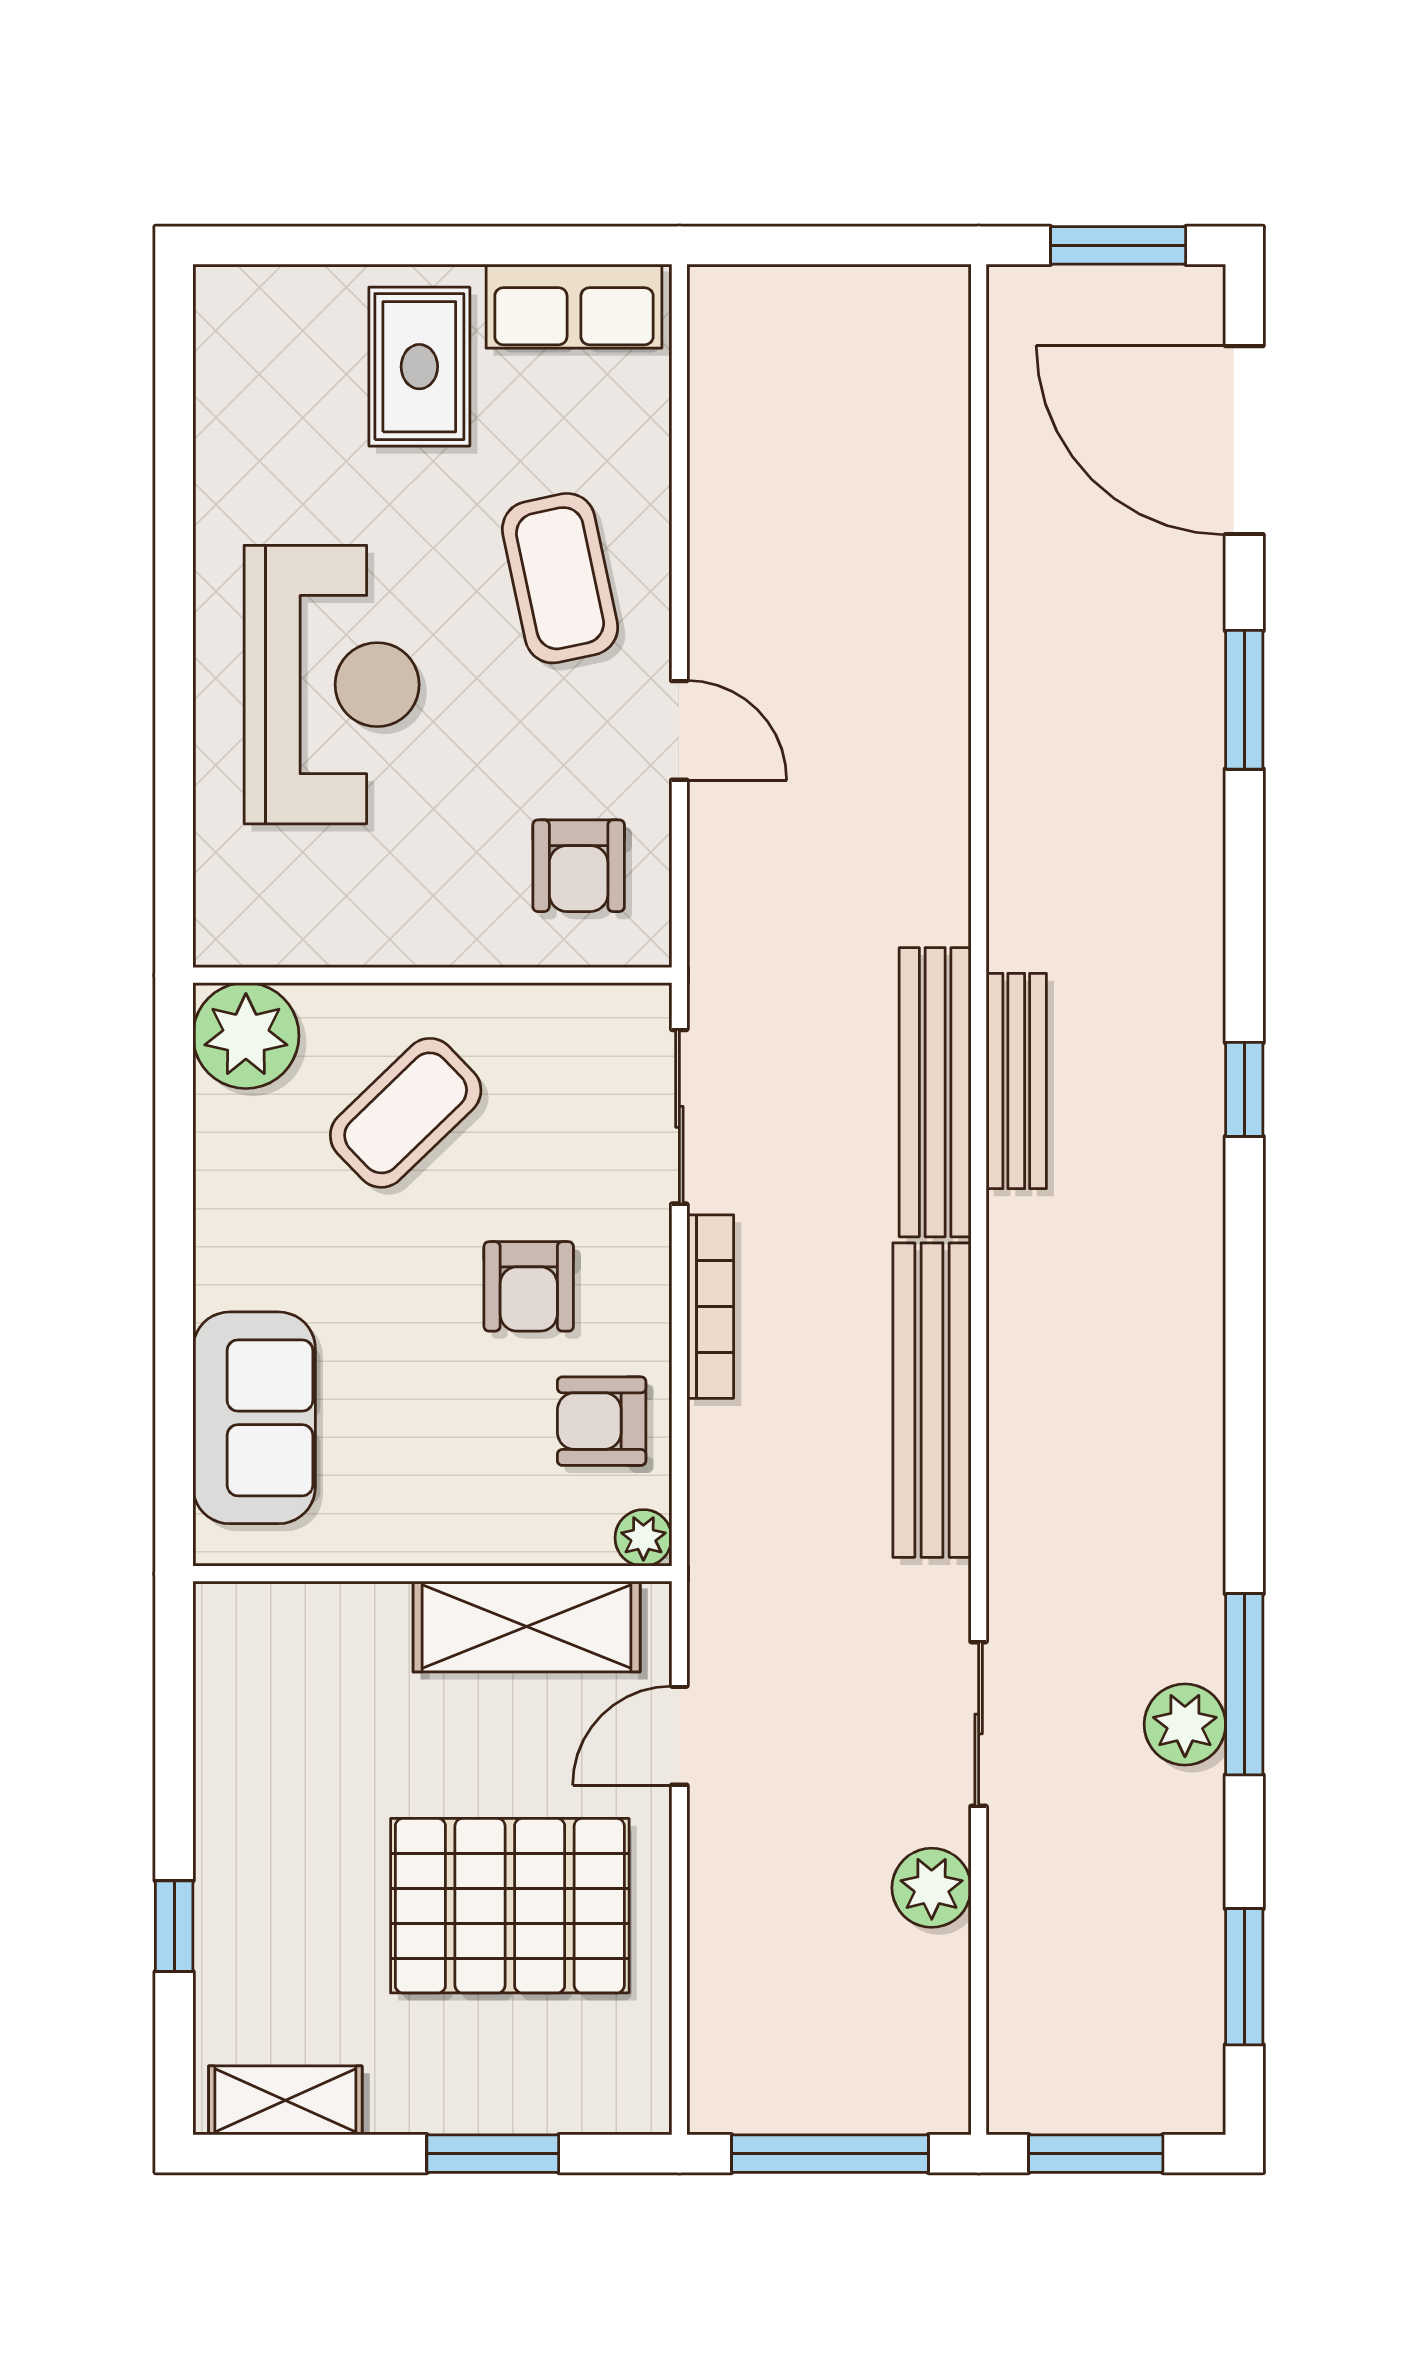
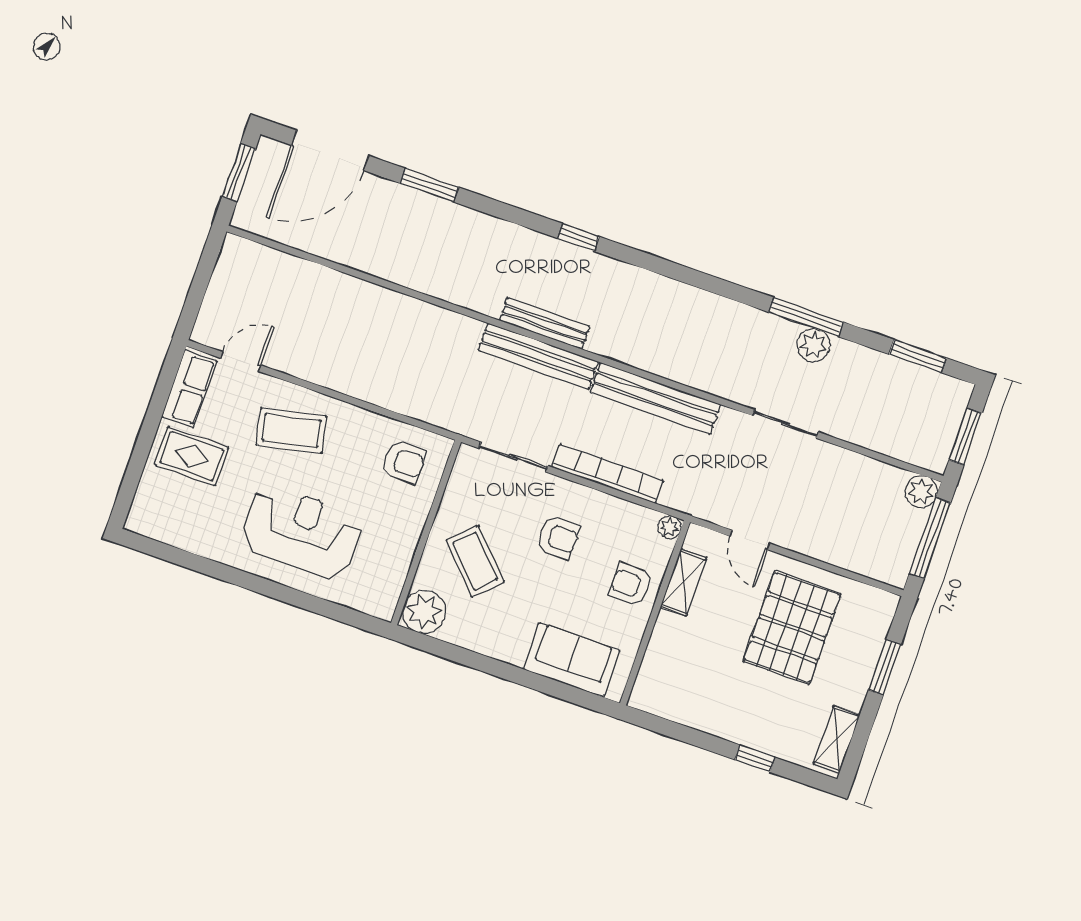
door: (679, 730) -> (241, 362), moved
bookcase: (710, 1307) -> (608, 474), width x1.48, depth x1.31
armchair: (602, 1421) -> (631, 585), moved, turned 90
shelving: (527, 1627) -> (683, 582), width x0.67, depth x0.75
plant: (932, 1888) -> (921, 492), moved

